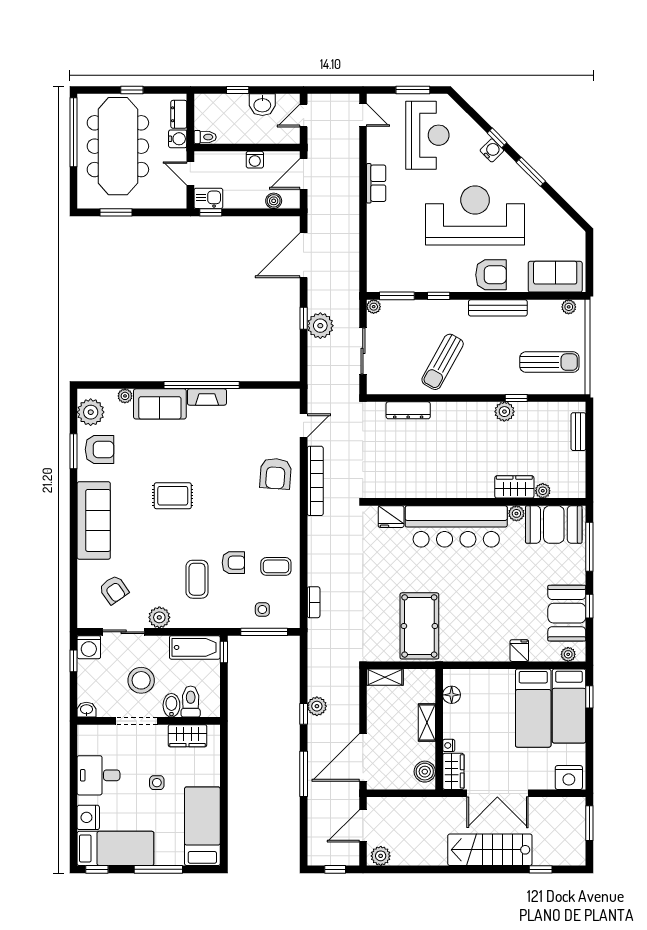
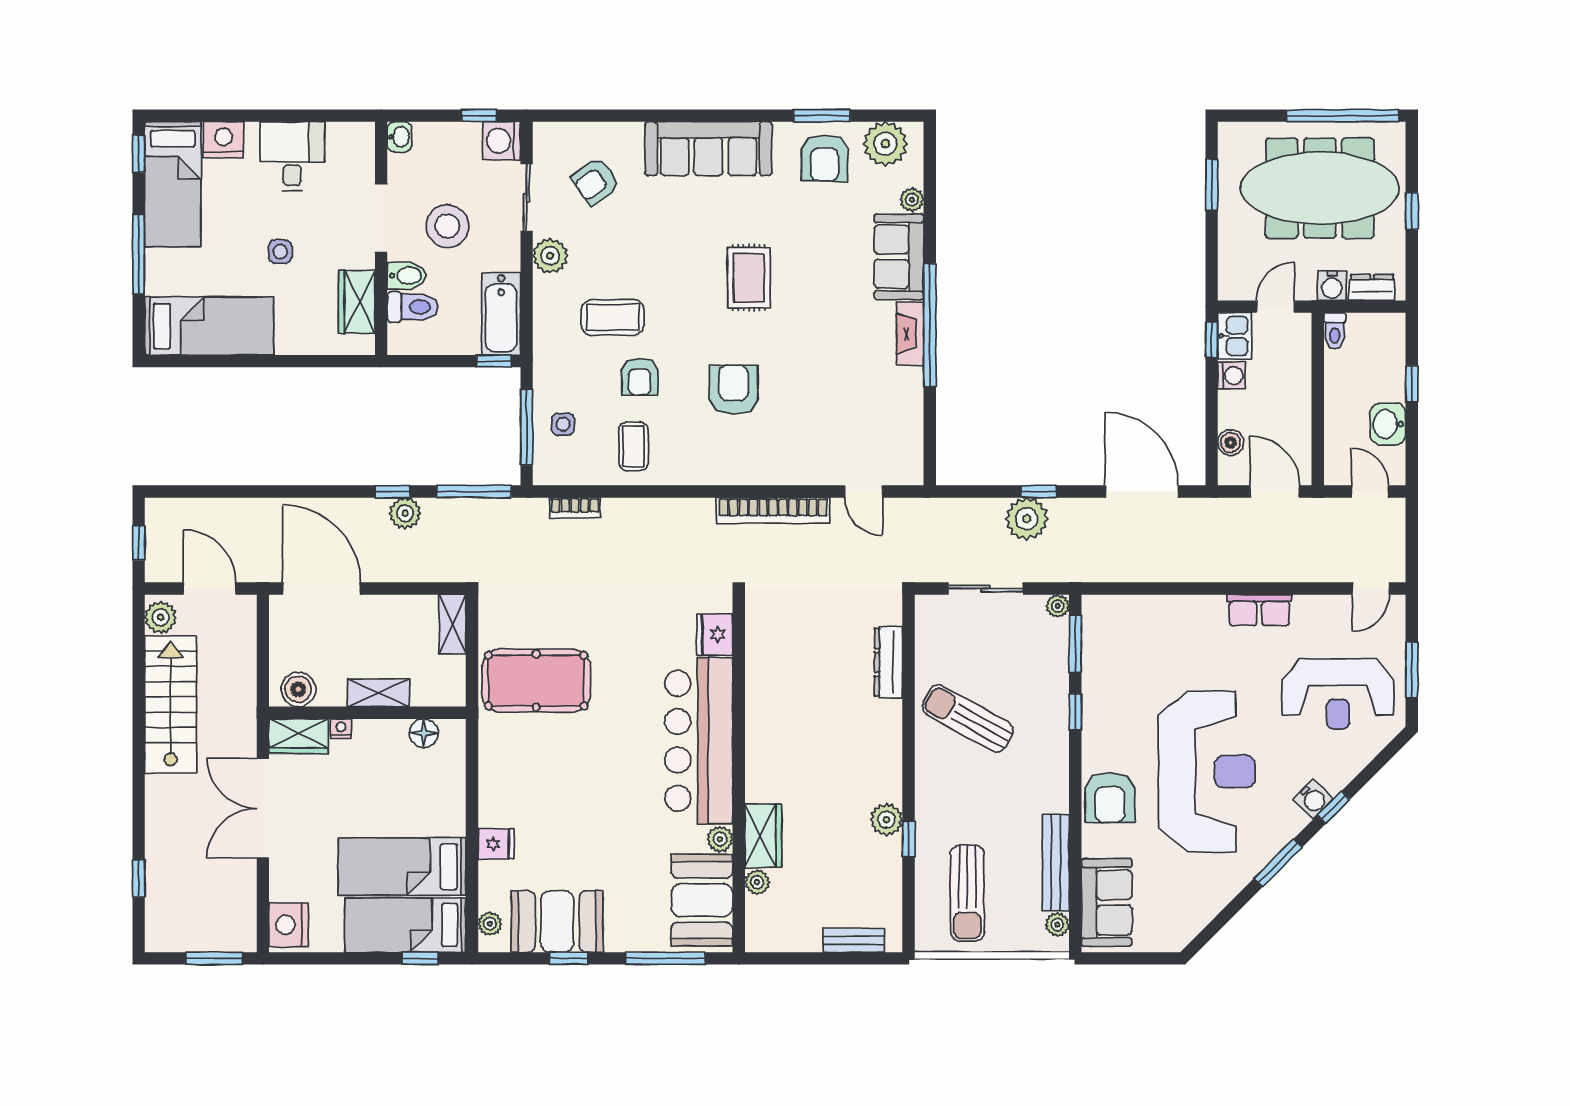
washing machine: (255, 160) -> (1232, 375), moved, turned 180
bench: (498, 308) -> (1056, 863), moved
armchair: (276, 474) -> (733, 390), moved, turned 86
window: (304, 774) -> (474, 491), moved
stairs: (490, 850) -> (171, 704), moved

